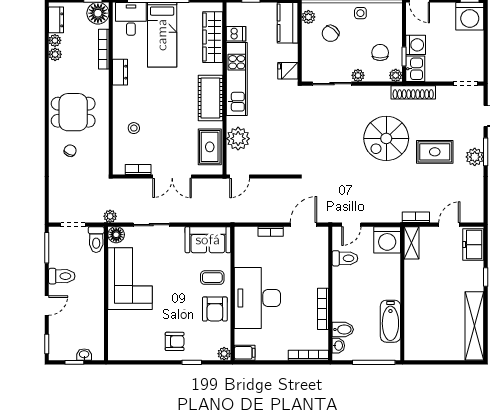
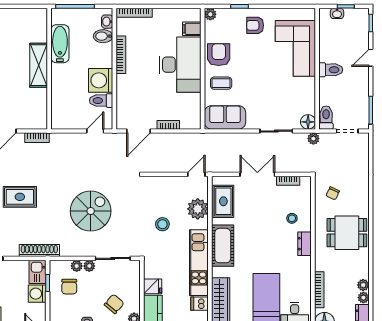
fridge: (288, 71) -> (153, 286), moved
dresser: (120, 72) -> (304, 244), moved
plant: (396, 75) -> (77, 266), moved
stool: (277, 122) -> (162, 224), added
spiral stairs: (386, 138) -> (91, 211), moved
chair: (70, 151) -> (333, 193), moved
washing machine: (387, 240) -> (101, 80), moved, turned -90
shelving: (412, 243) -> (39, 65), moved, width x1.50, depth x1.33
toilet: (62, 276) -> (331, 70), moved, turned 180
corner sofa: (130, 279) -> (295, 48), moved
filing cabinet: (245, 353) -> (192, 29), moved

